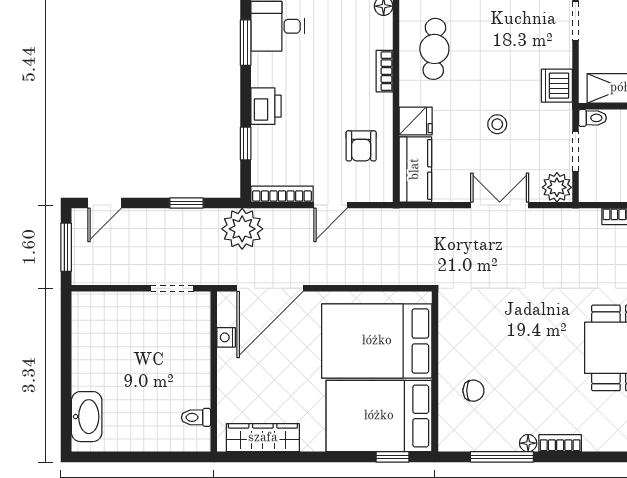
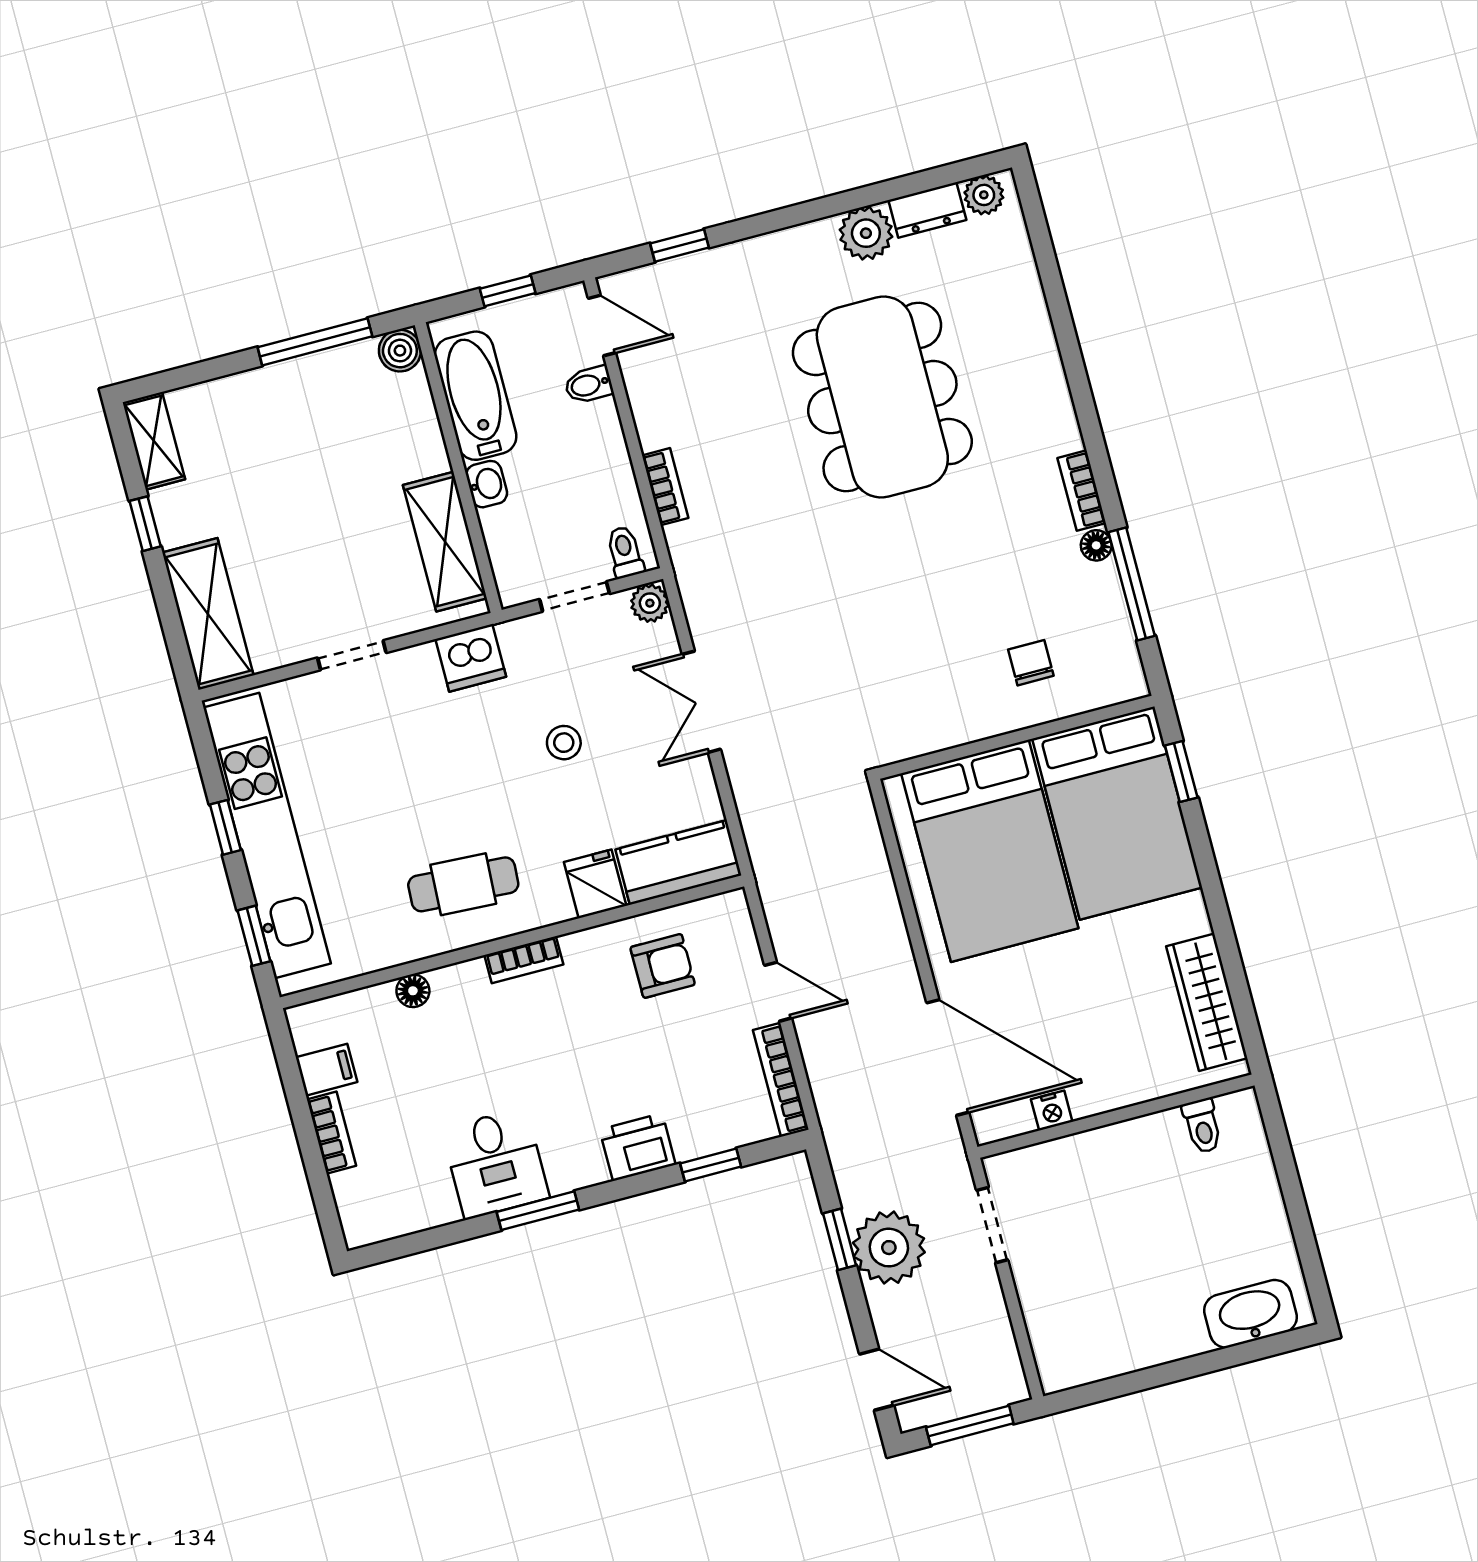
toilet: (592, 118) -> (625, 552), moved
plant: (557, 187) -> (650, 603), width x0.73, depth x0.73
plant: (242, 229) -> (889, 1248), moved

